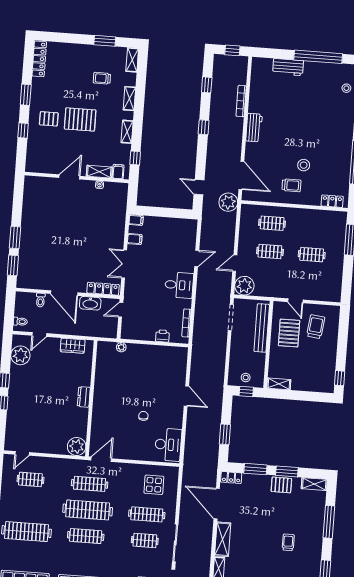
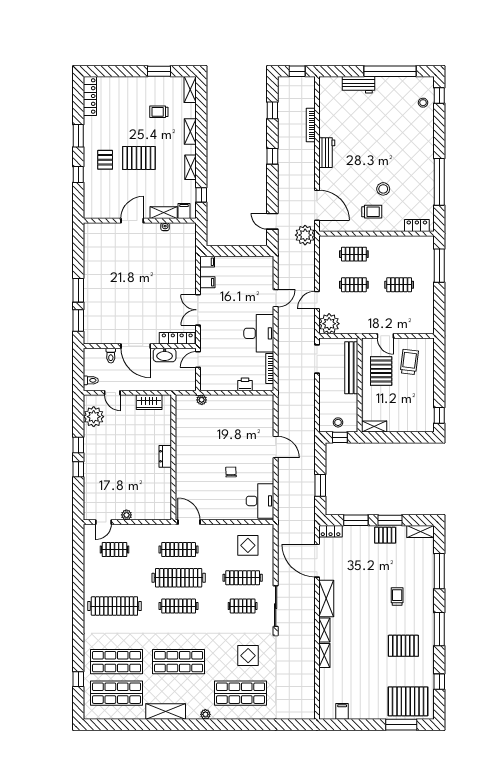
pallet: (49, 119) -> (105, 160), turned 90
desk: (179, 285) -> (259, 333), width x1.37
door: (39, 334) -> (112, 393), hinge flipped
plant: (77, 446) -> (126, 515), moved, width x0.53, depth x0.53
door: (101, 459) -> (189, 522), hinge flipped

